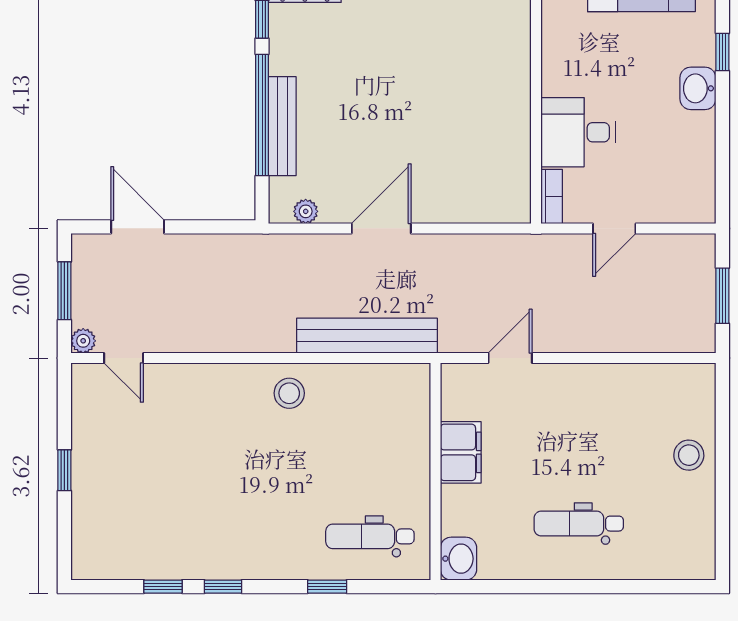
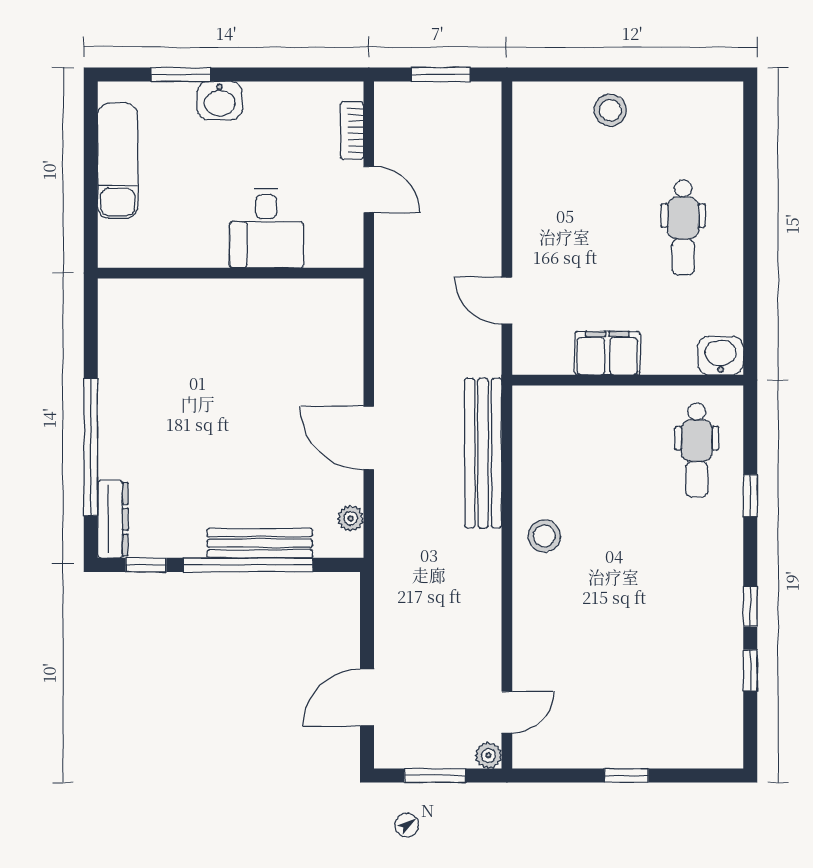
window: (722, 52) -> (181, 75), width x1.50
bookcase: (552, 196) -> (352, 130), moved, turned -90

